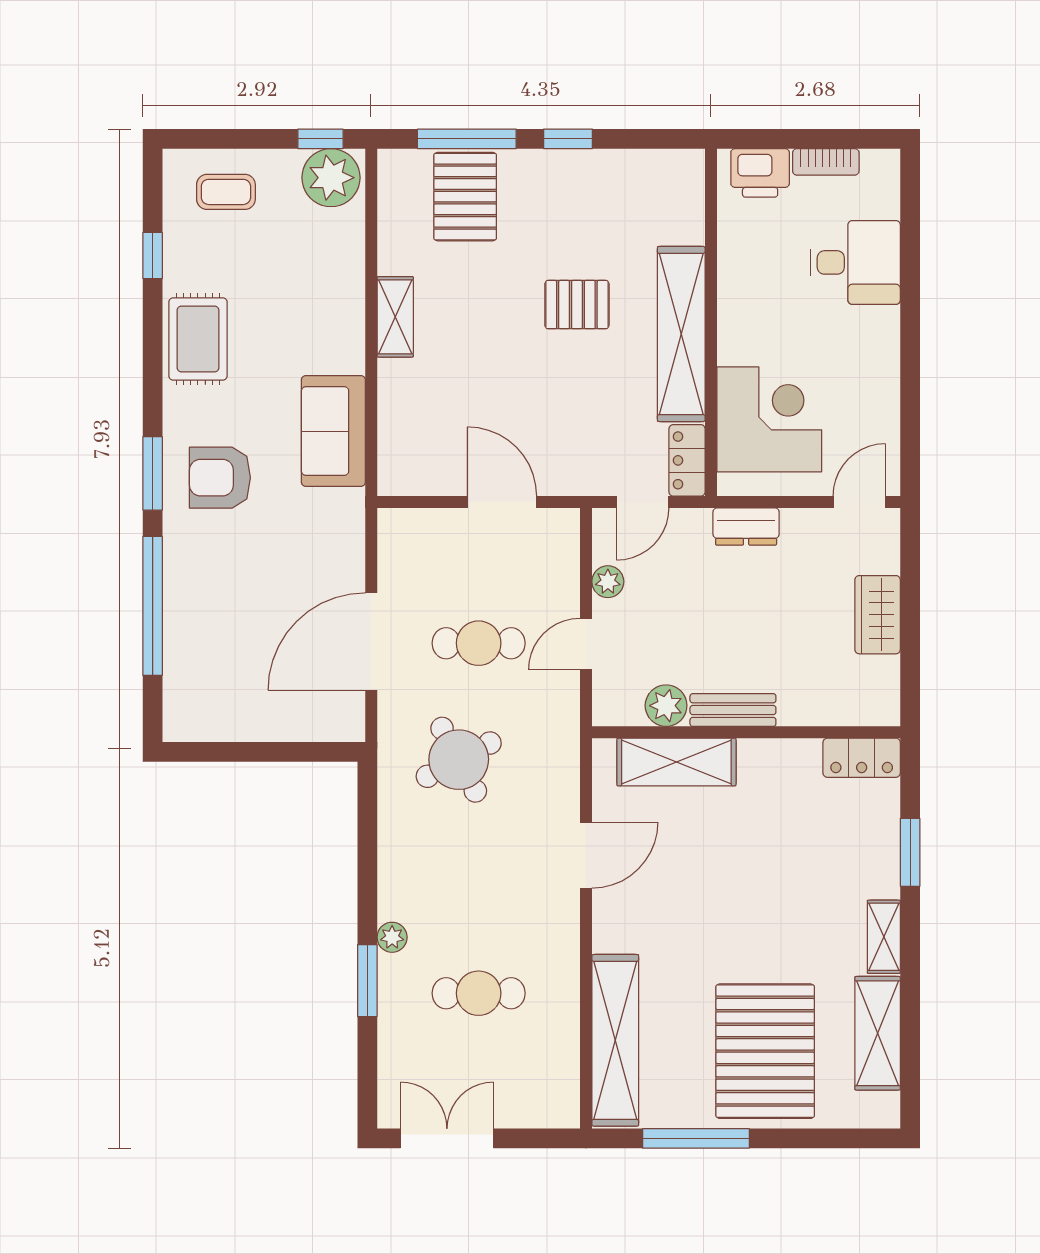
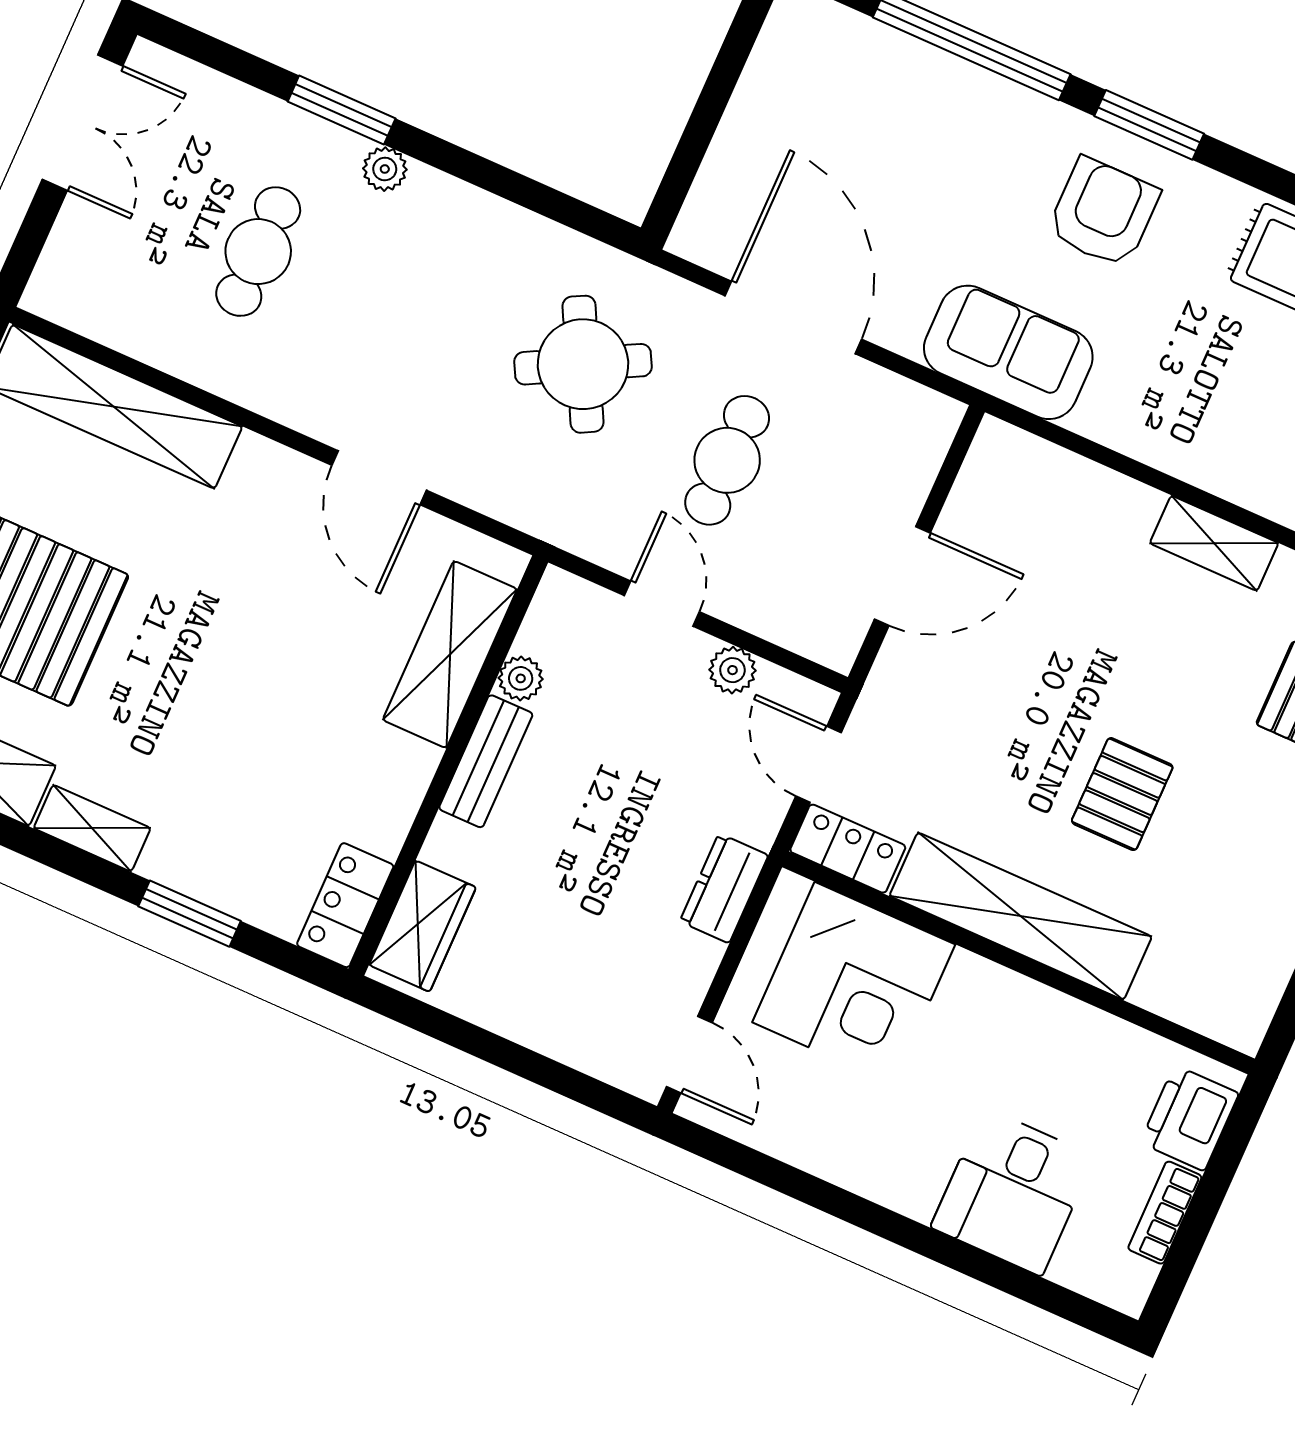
sofa: (333, 431) -> (1008, 352), moved
wardrobe: (878, 615) -> (423, 926), moved, turned 90
plant: (666, 706) -> (521, 678), width x0.73, depth x0.73

